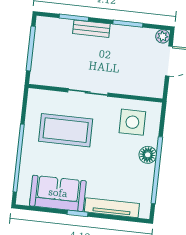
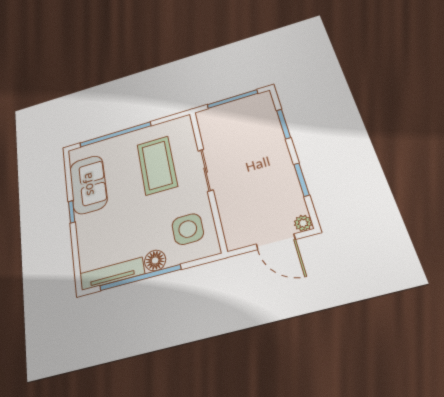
bench: (91, 29) -> (279, 145), removed
tv unit: (112, 208) -> (112, 274), moved, turned -90

